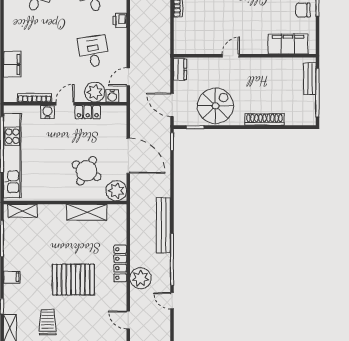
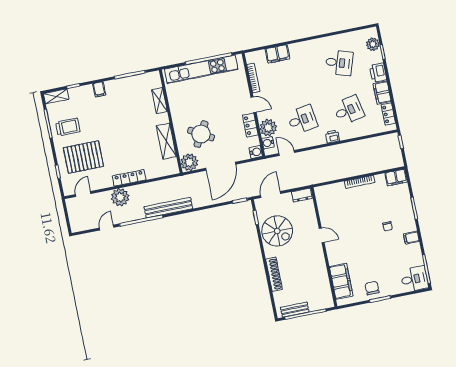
bench: (310, 79) -> (295, 310), moved
water cooler: (47, 112) -> (256, 152), moved
shelving: (23, 211) -> (159, 101), moved
pallet: (73, 280) -> (83, 157), moved, turned 90

